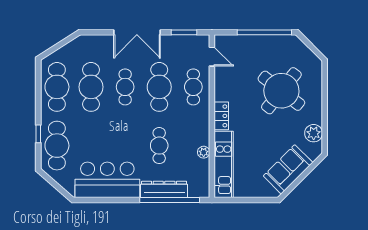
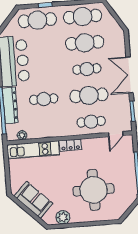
round table: (281, 91) -> (94, 190), turned -38
plant: (204, 152) -> (22, 135), moved

